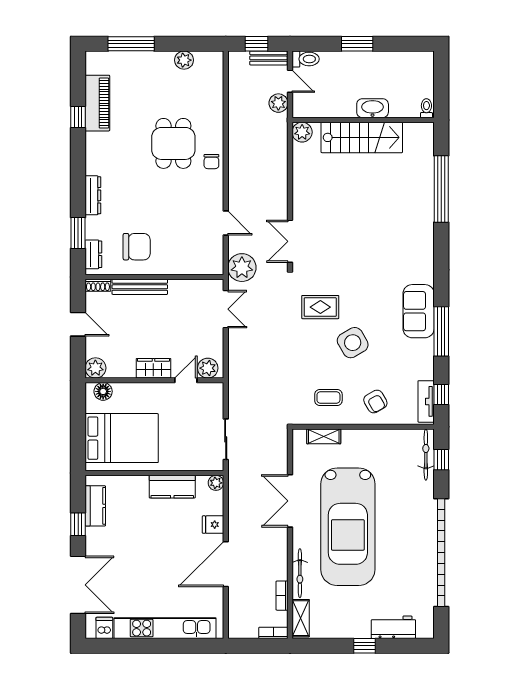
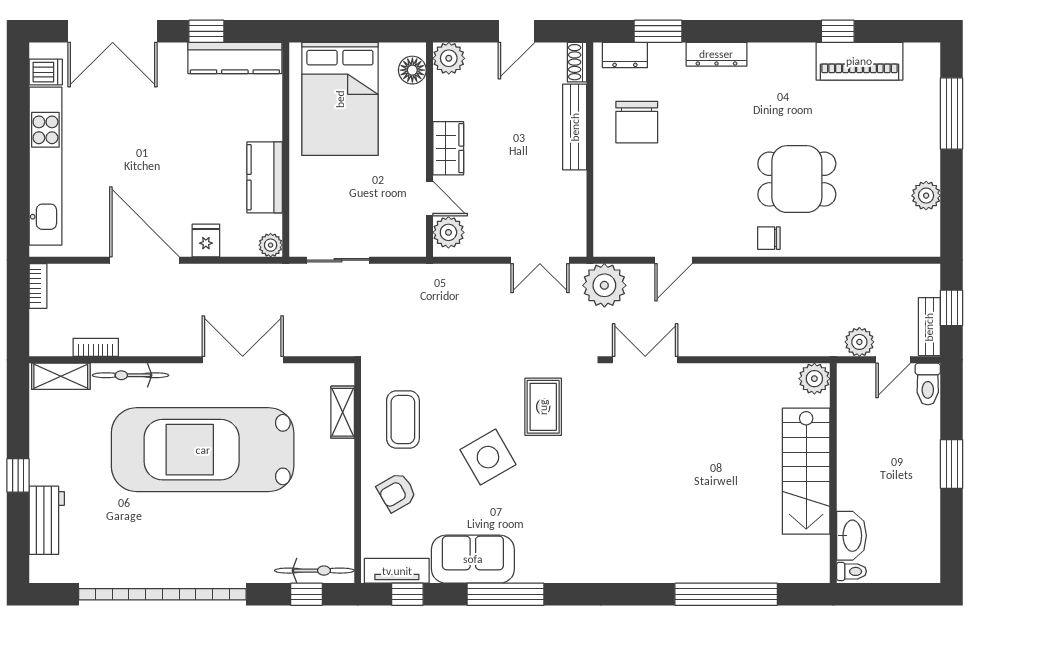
washbasin: (373, 108) -> (851, 536), moved
sofa: (419, 311) -> (473, 559), moved
coffee table: (328, 397) -> (403, 420), width x1.36, depth x1.30
kitchen counter: (95, 506) -> (235, 58), width x1.50
bookcase: (273, 633) -> (38, 286), moved

